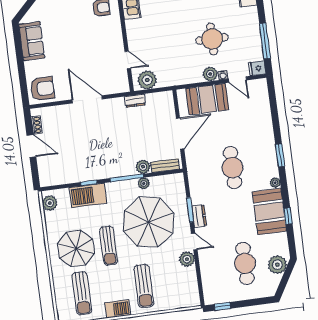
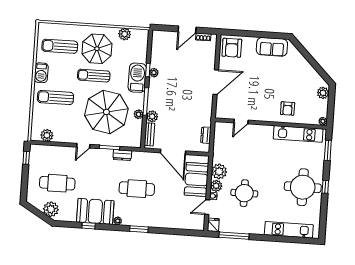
plant: (147, 80) -> (219, 171), moved
dresser: (135, 101) -> (206, 135), moved
plant: (91, 175) -> (154, 73), added
barbecue: (88, 195) -> (137, 78), moved
plant: (50, 203) -> (125, 34), moved
dresser: (199, 216) -> (122, 155), moved
plant: (187, 259) -> (47, 135), moved

